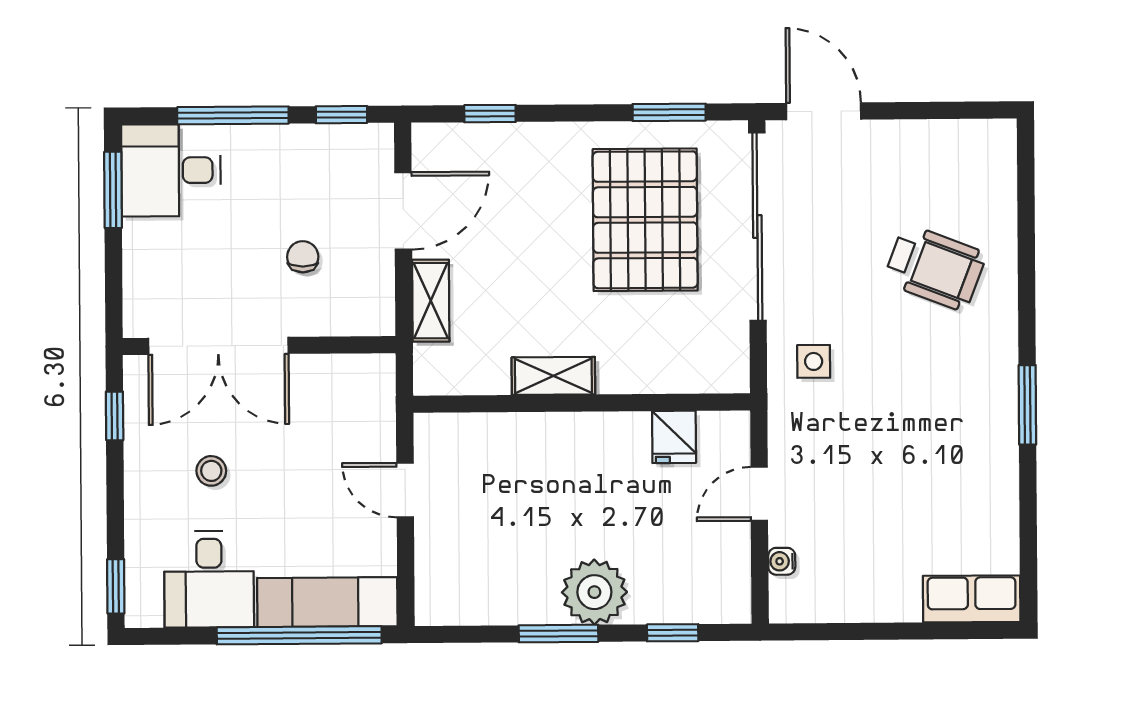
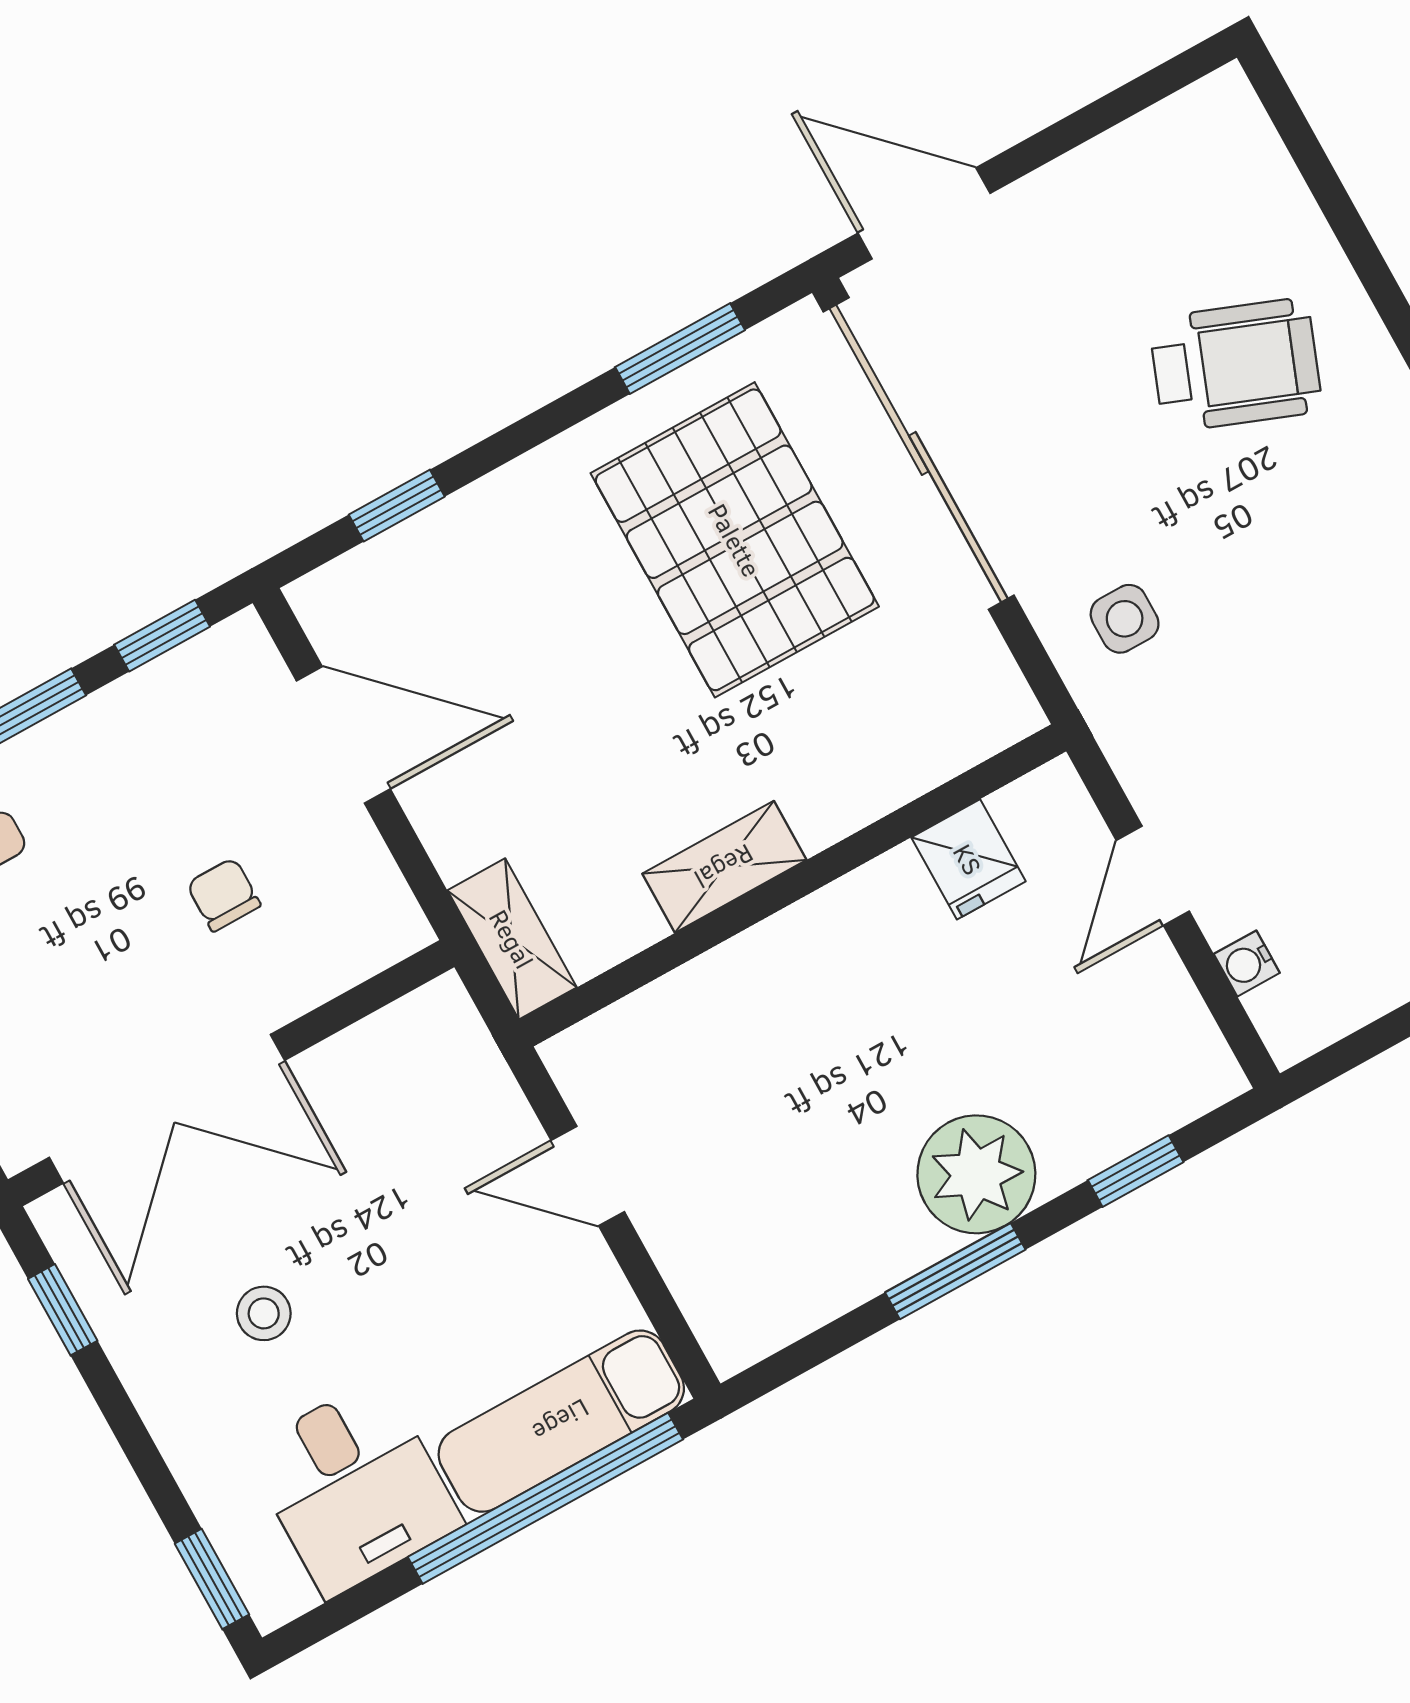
door: (403, 211) -> (343, 735), hinge flipped
shelving: (431, 301) -> (512, 939), moved

